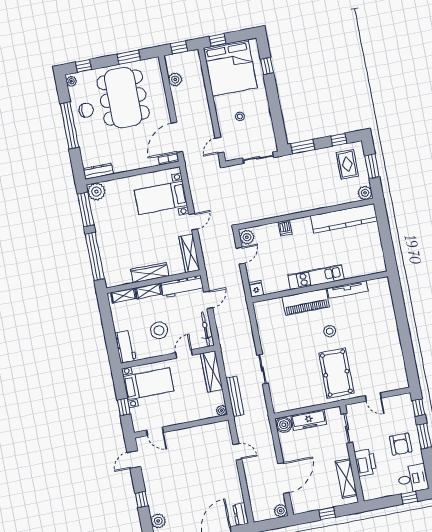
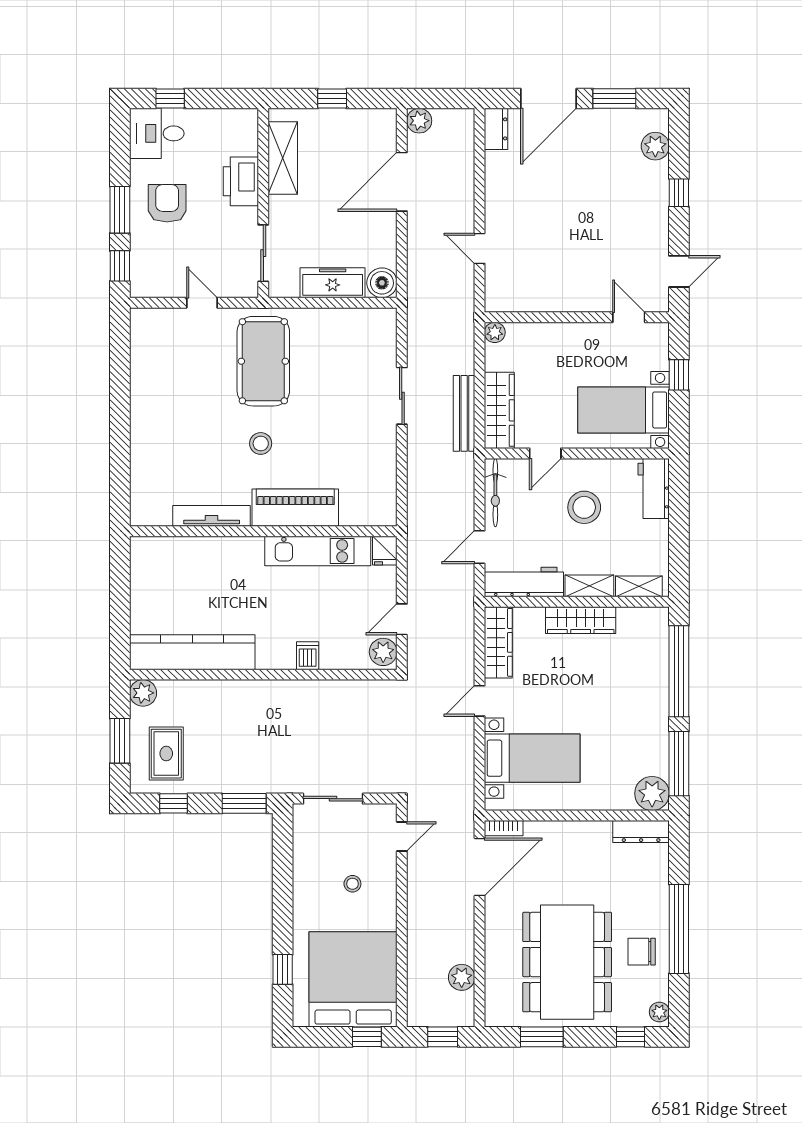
kitchen unit: (316, 277) -> (318, 551), moved
bench: (235, 396) -> (464, 413), moved

